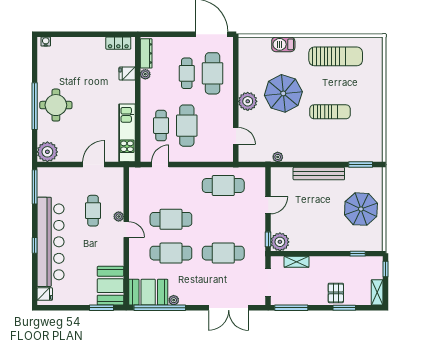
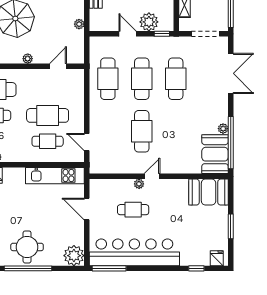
plant: (248, 101) -> (28, 59), width x0.53, depth x0.53
bar counter: (51, 242) -> (134, 252), moved
plant: (280, 242) -> (149, 22), moved
window: (35, 245) -> (196, 268), moved
cafe table: (171, 253) -> (142, 79), moved
window: (101, 308) -> (231, 226), moved

